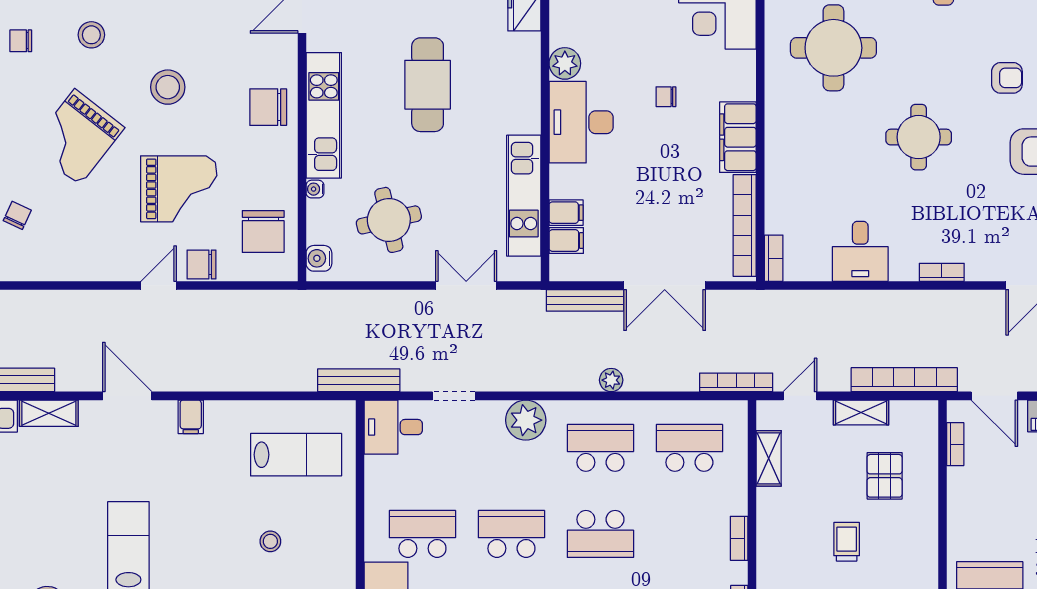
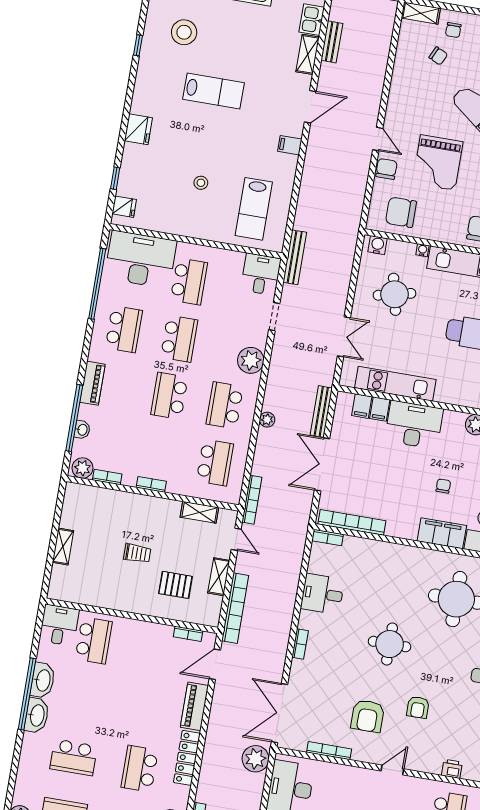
desk: (581, 122) -> (414, 425), moved
filing cabinet: (738, 137) -> (442, 533), moved
school desk: (600, 448) -> (225, 405), turned 180

